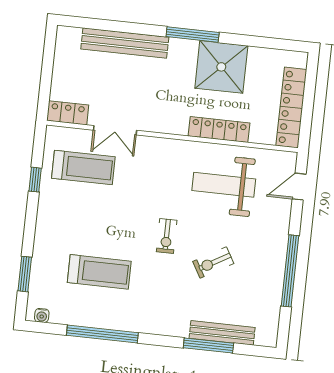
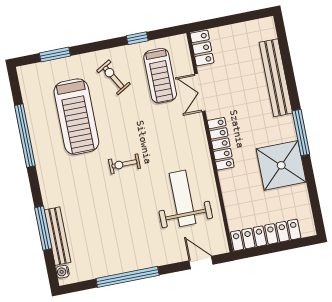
locker: (219, 130) -> (221, 144), moved
exercise bike: (213, 263) -> (114, 77), moved
treadmill: (99, 272) -> (76, 117), width x1.37, depth x1.38
water cooler: (42, 315) -> (63, 272), moved

